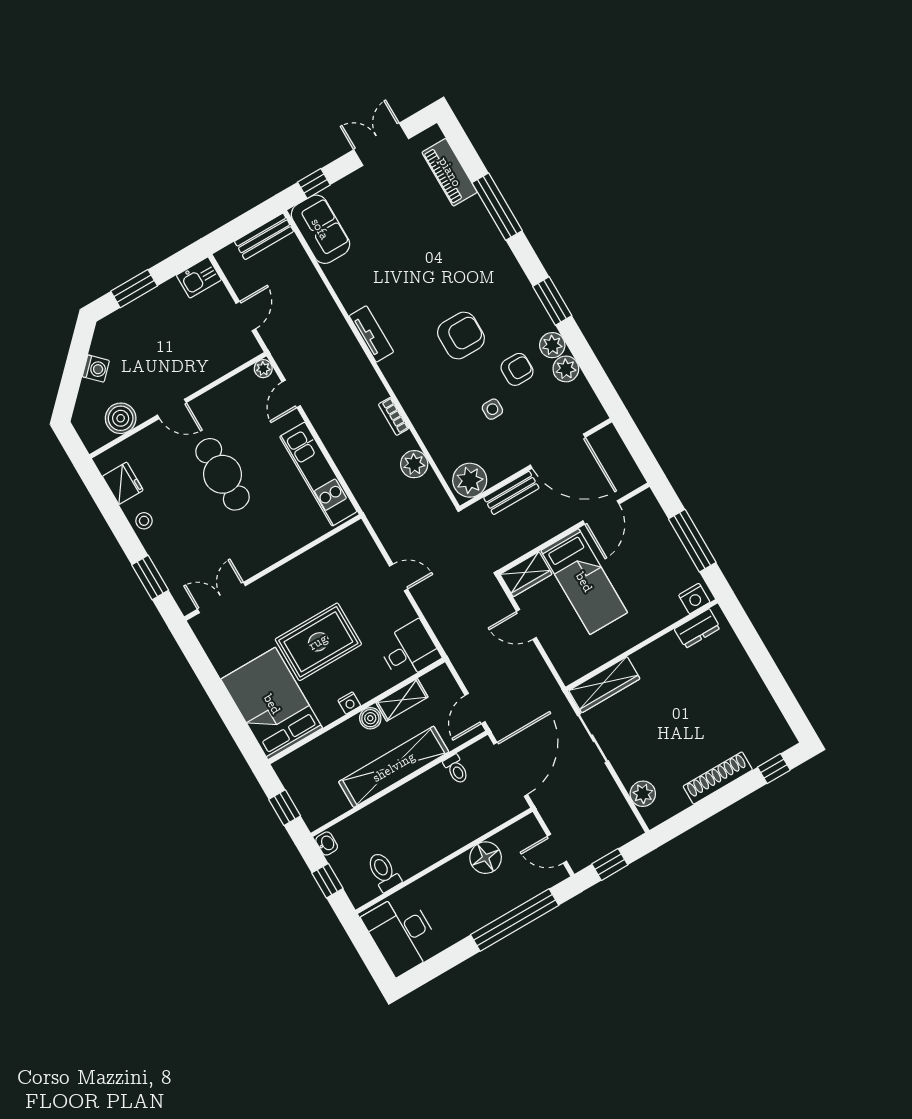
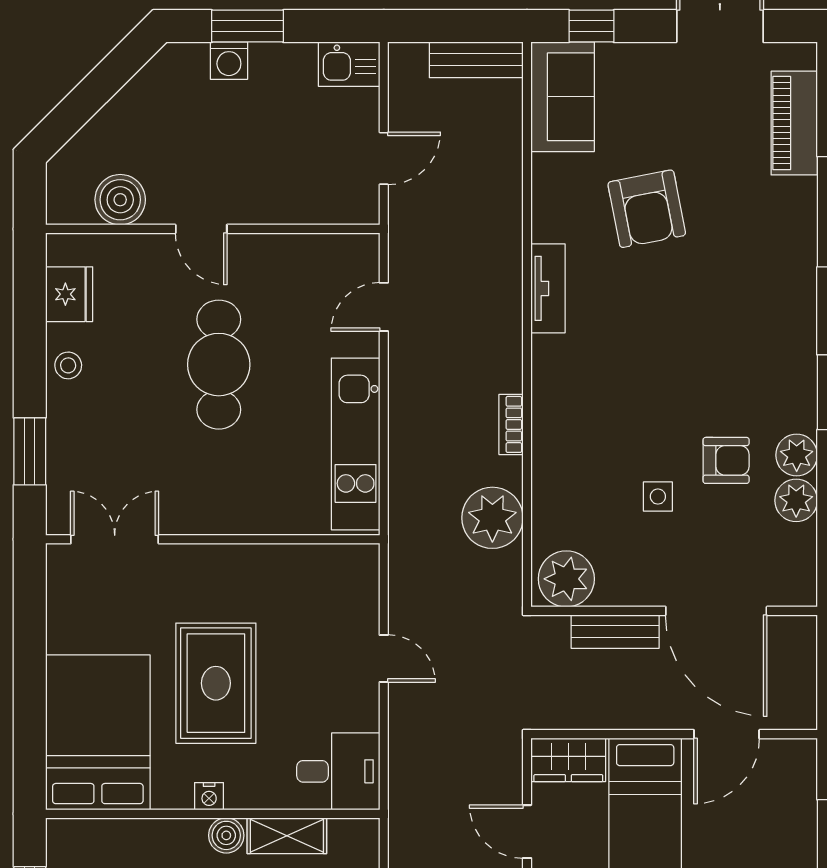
armchair: (461, 335) -> (647, 209), moved, turned 79
washing machine: (96, 369) -> (229, 61), moved, turned 45
plant: (263, 369) -> (365, 248), removed
plant: (414, 464) -> (492, 518), width x1.36, depth x1.36
rug: (318, 642) -> (216, 683), turned 90

